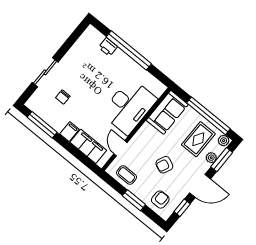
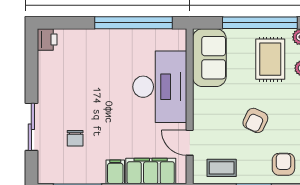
printer: (108, 47) -> (47, 39), moved, turned -90
window: (129, 50) -> (133, 23), moved

